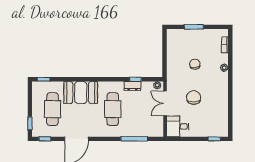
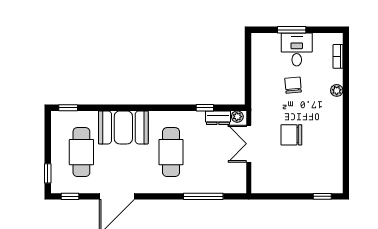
dresser: (133, 86) -> (218, 118), moved
chair: (194, 97) -> (291, 135), turned -90
desk: (178, 126) -> (297, 49), moved, turned 90

